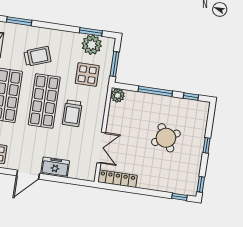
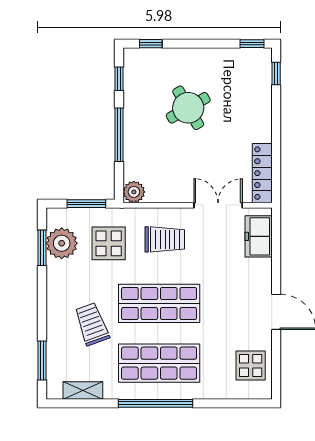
trolley: (72, 113) -> (165, 239), moved
window: (207, 145) -> (151, 44), moved
freezer: (55, 167) -> (259, 236), moved

